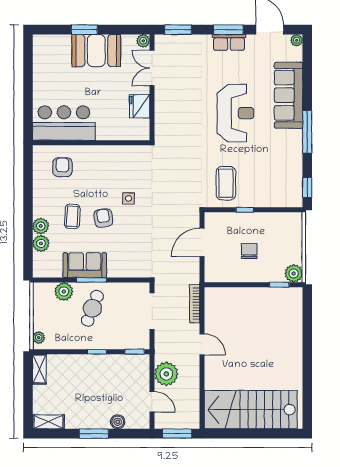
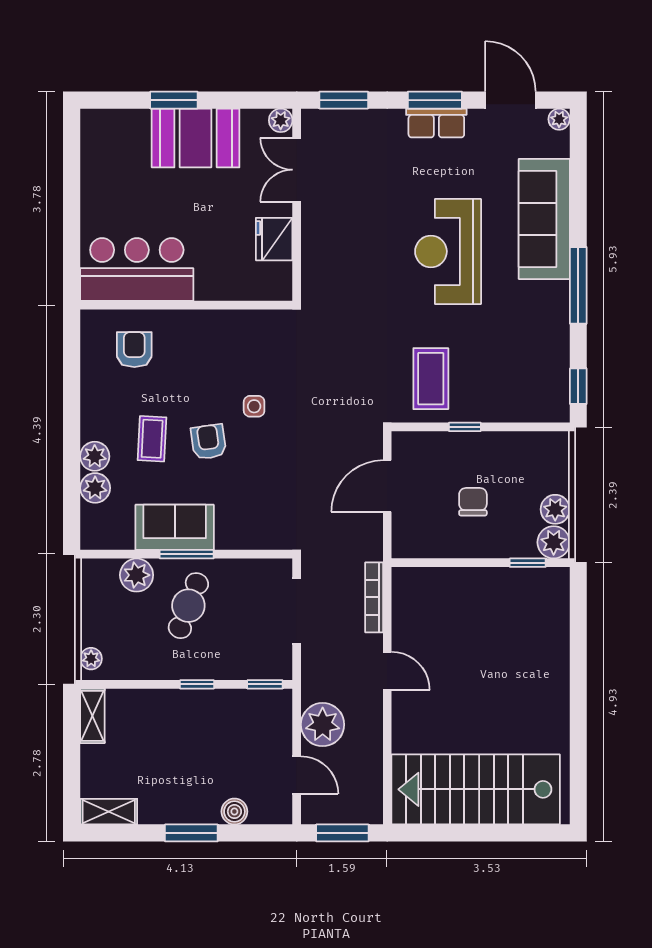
reception desk: (235, 113) -> (448, 251), turned 180
plant: (294, 255) -> (555, 509), added

